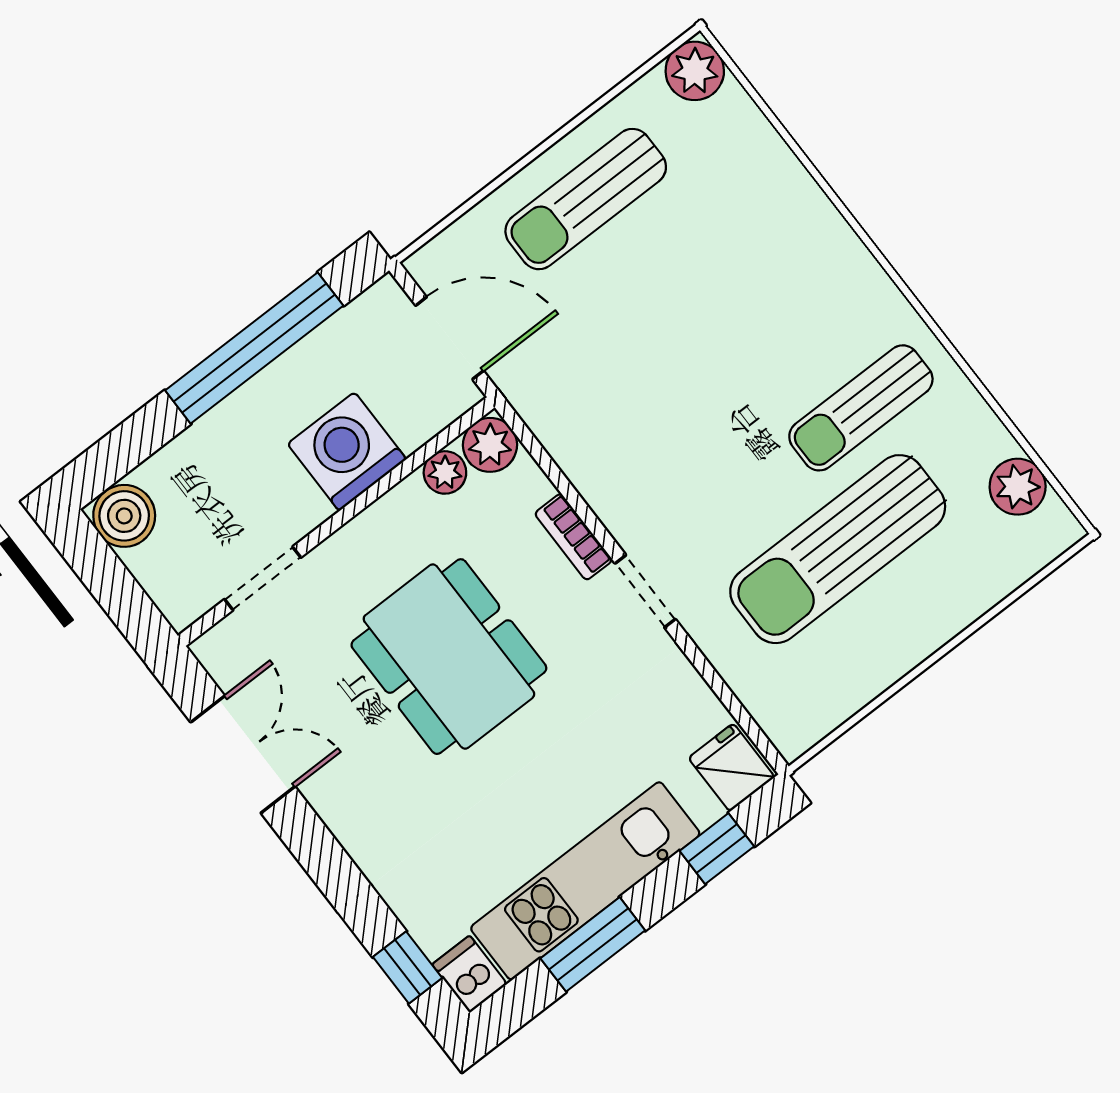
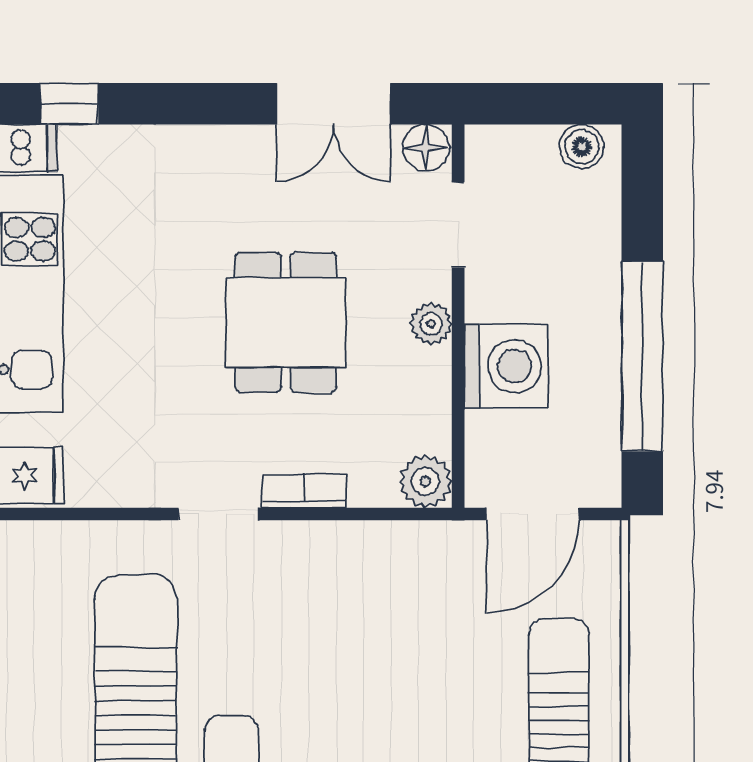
plant: (445, 472) -> (431, 324), moved
boiler: (124, 516) -> (582, 147), width x0.73, depth x0.73
floor lamp: (221, 653) -> (426, 148), added
dining table: (449, 657) -> (286, 322), width x0.73

